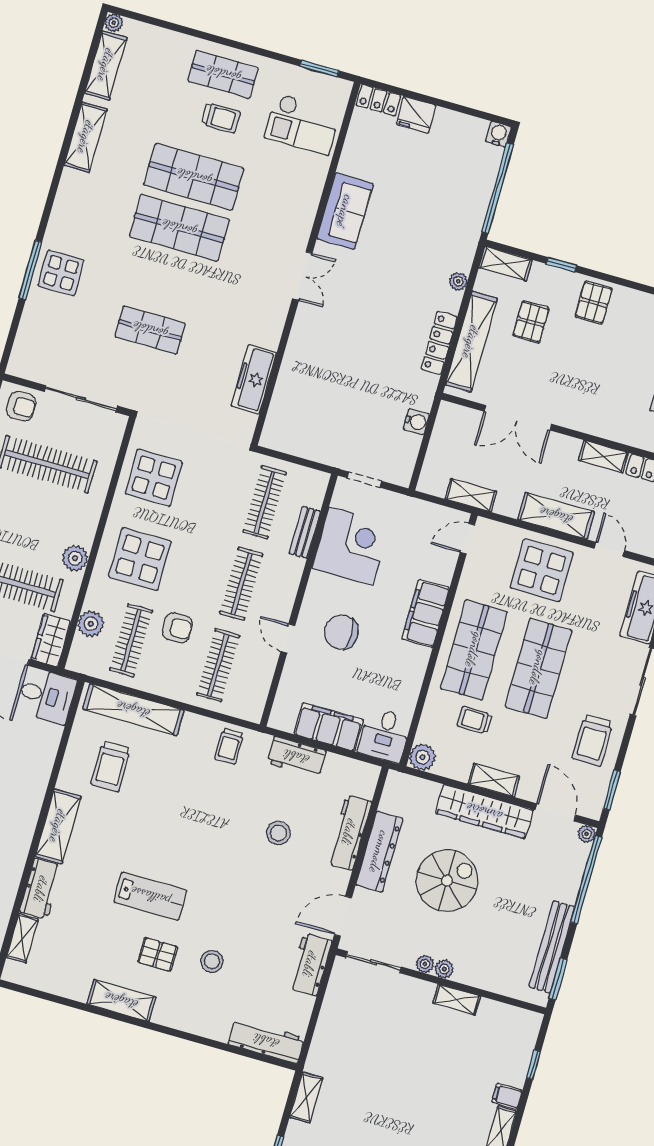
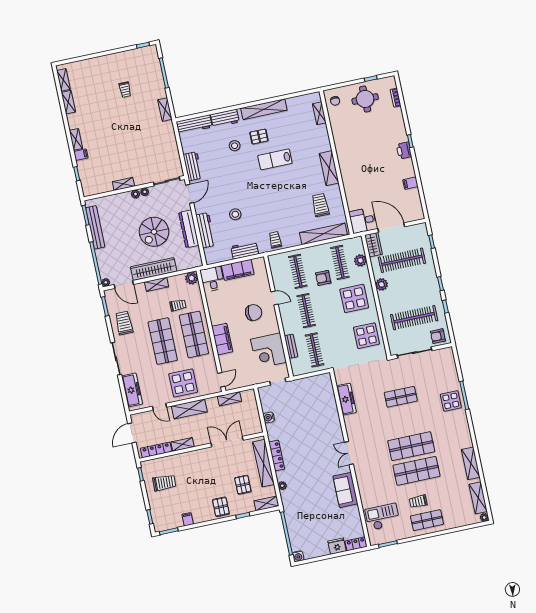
workbench: (41, 889) -> (225, 118), moved, turned -90
shelving: (121, 1001) -> (264, 109), width x1.47

